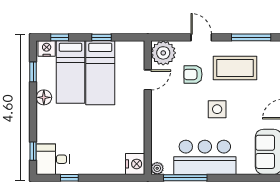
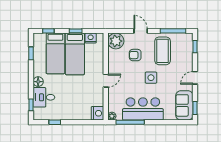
nightstand: (47, 48) -> (91, 38), moved
coffee table: (235, 68) -> (163, 51), turned 90
door: (148, 80) -> (106, 81), moved
floor lamp: (44, 97) -> (38, 82), moved
desk: (53, 159) -> (44, 97), moved

